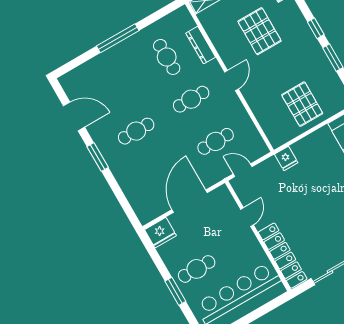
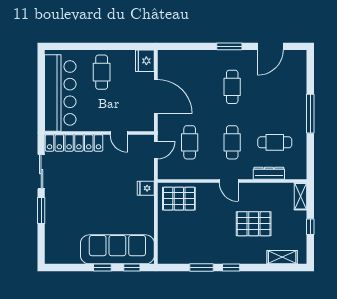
pallet: (302, 104) -> (179, 199), moved
window: (175, 291) -> (94, 46), removed

